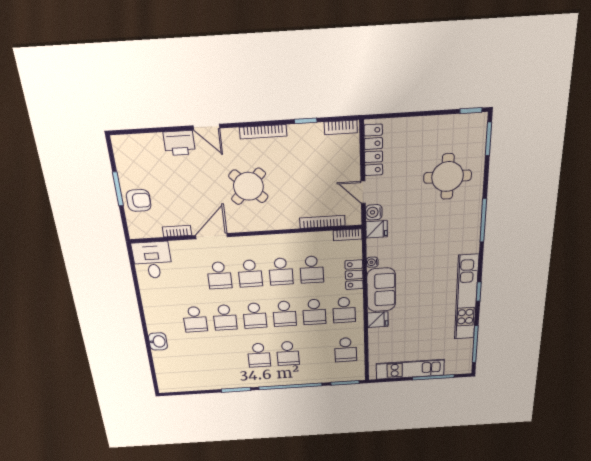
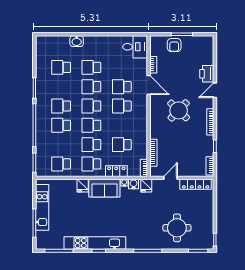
water cooler: (374, 212) -> (134, 184), moved
school desk: (281, 272) -> (61, 67), moved

